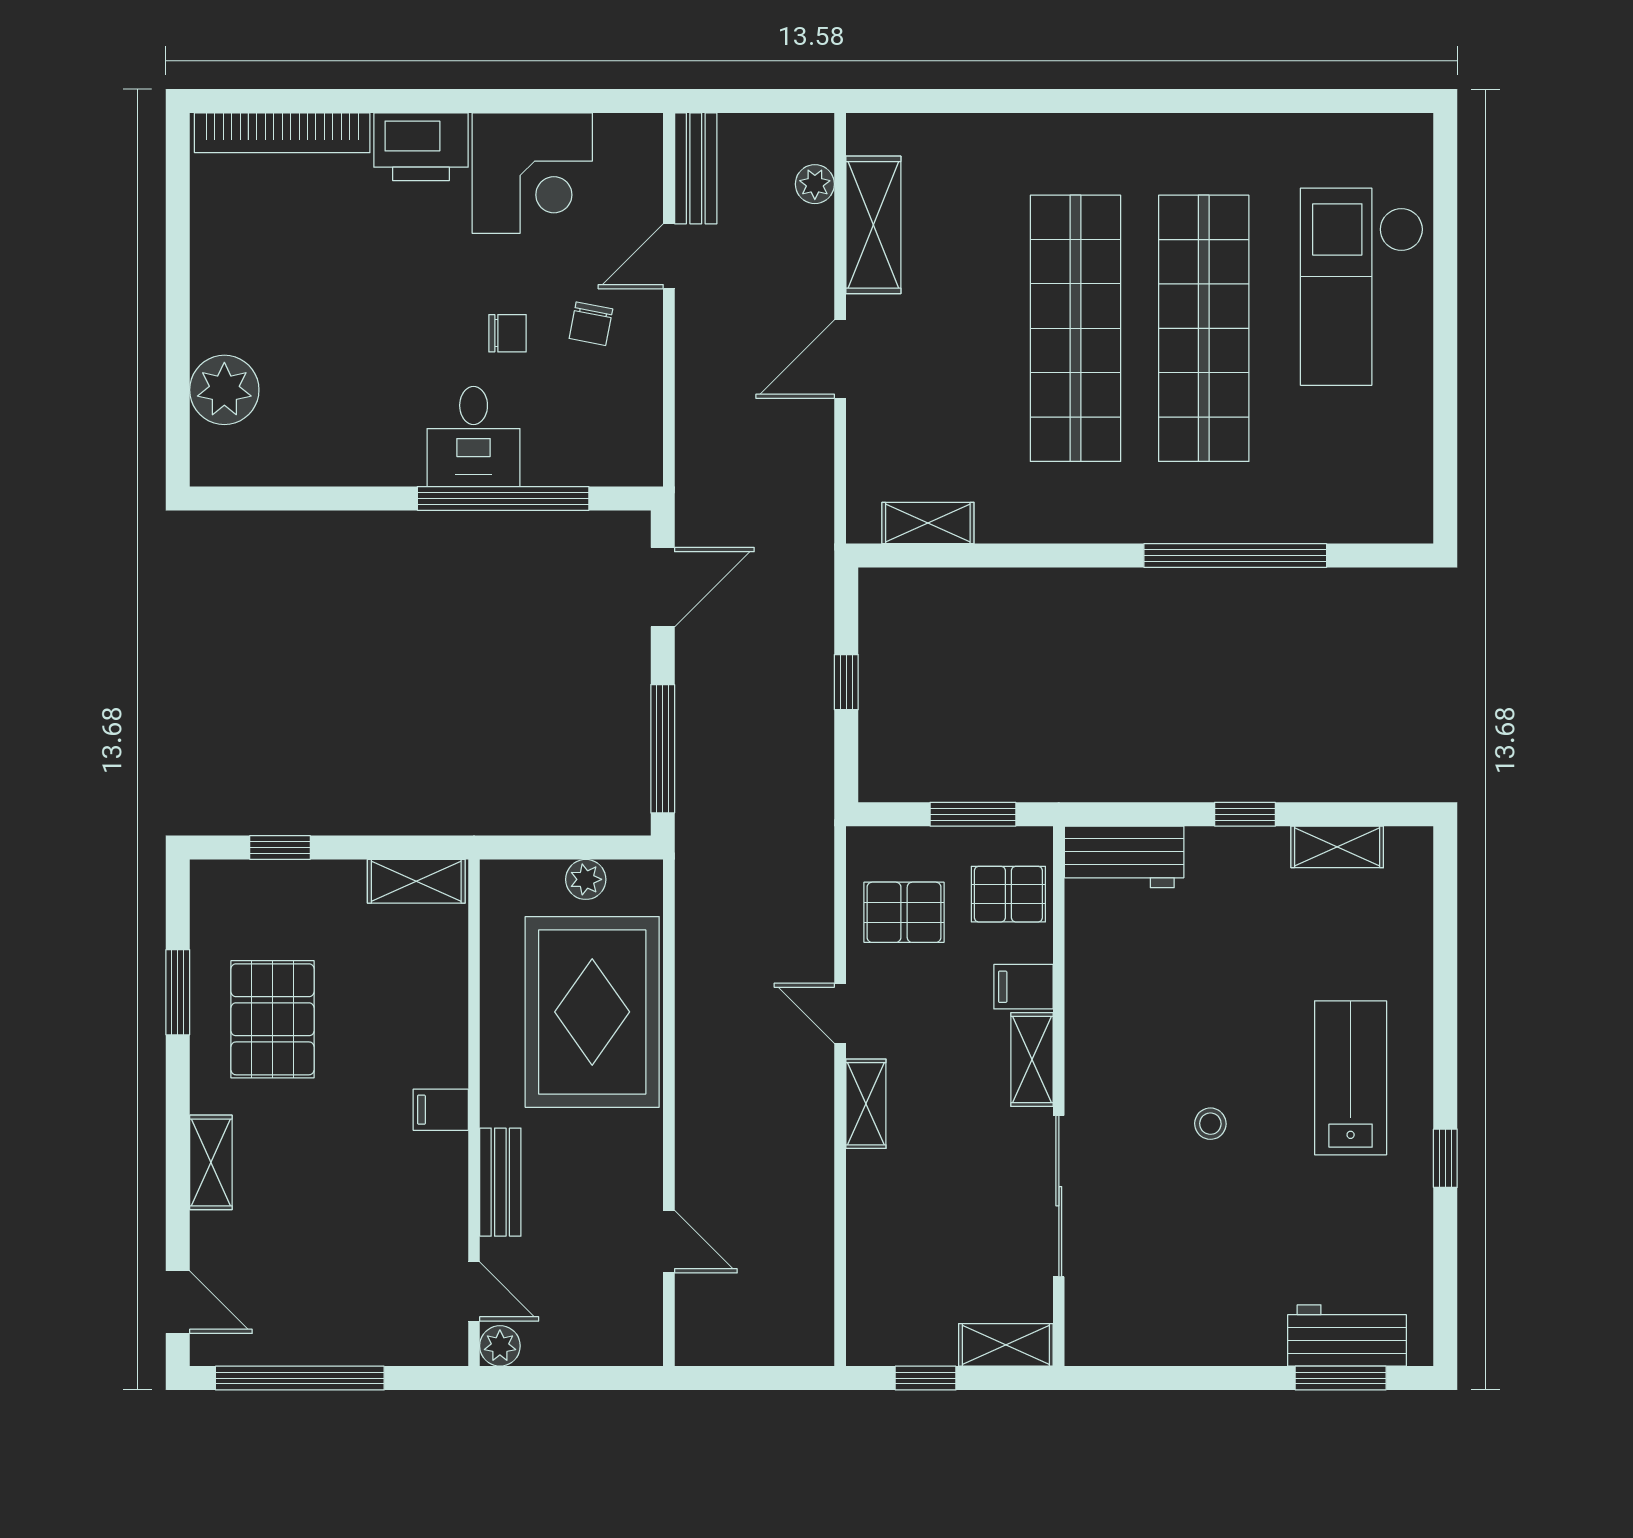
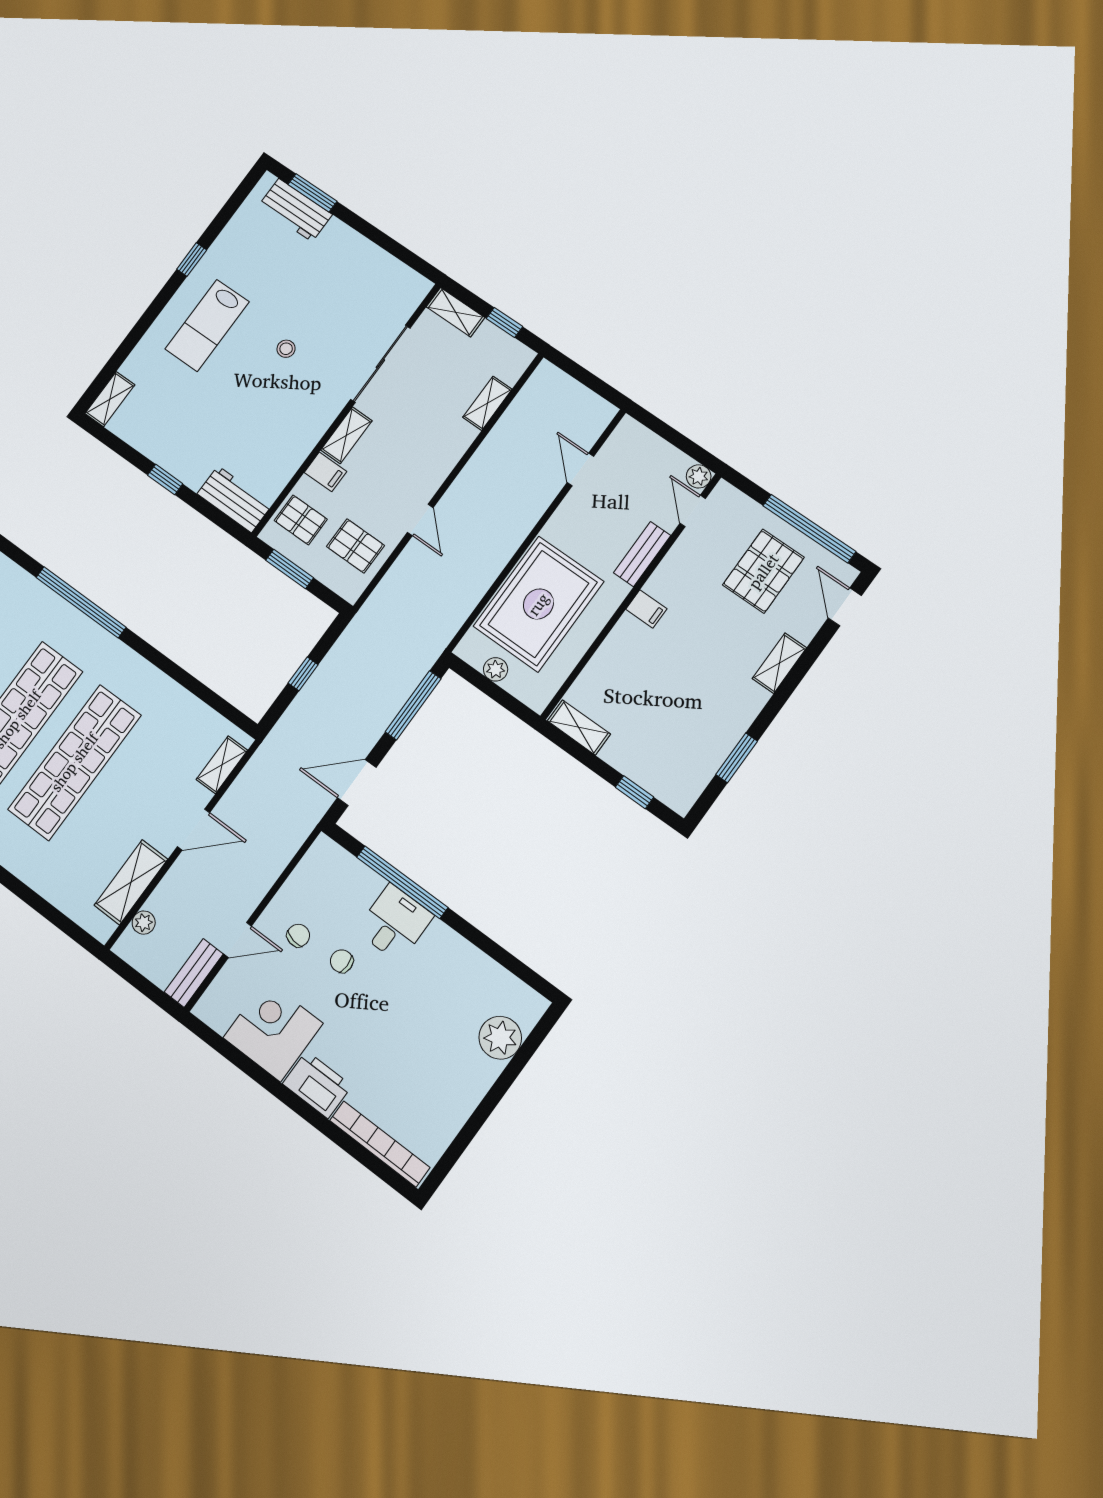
shelving: (928, 523) -> (222, 765), moved, turned 90
shelving: (1337, 847) -> (110, 399), moved, turned 90
pallet: (273, 1019) -> (763, 571), moved
shelving: (866, 1104) -> (487, 403), moved

